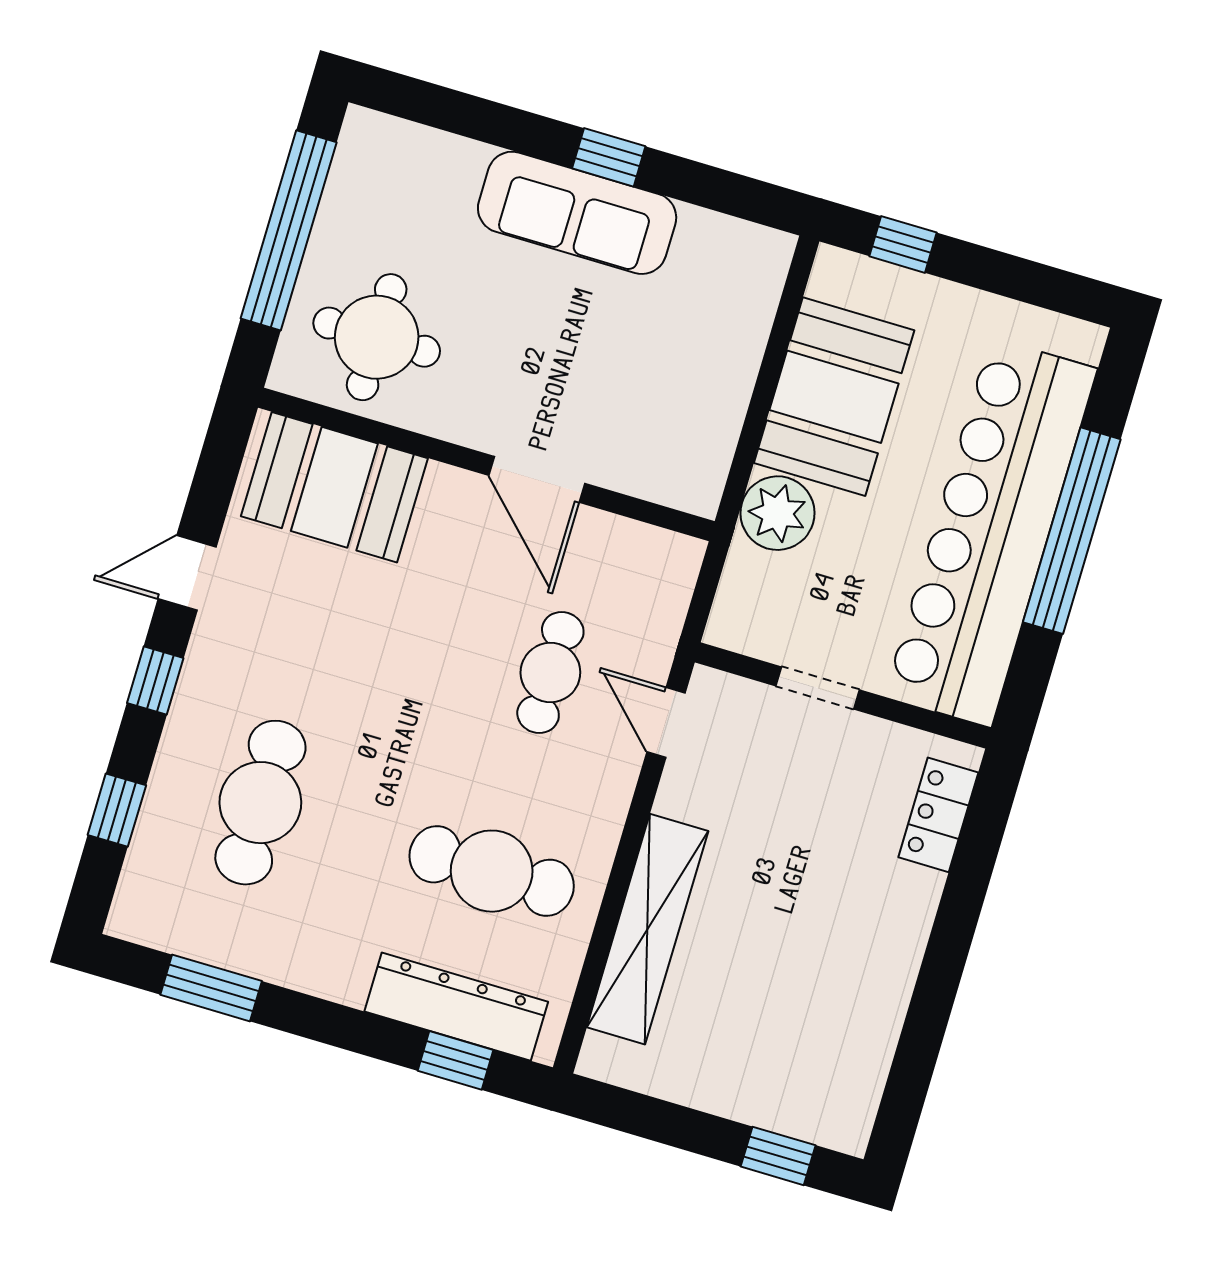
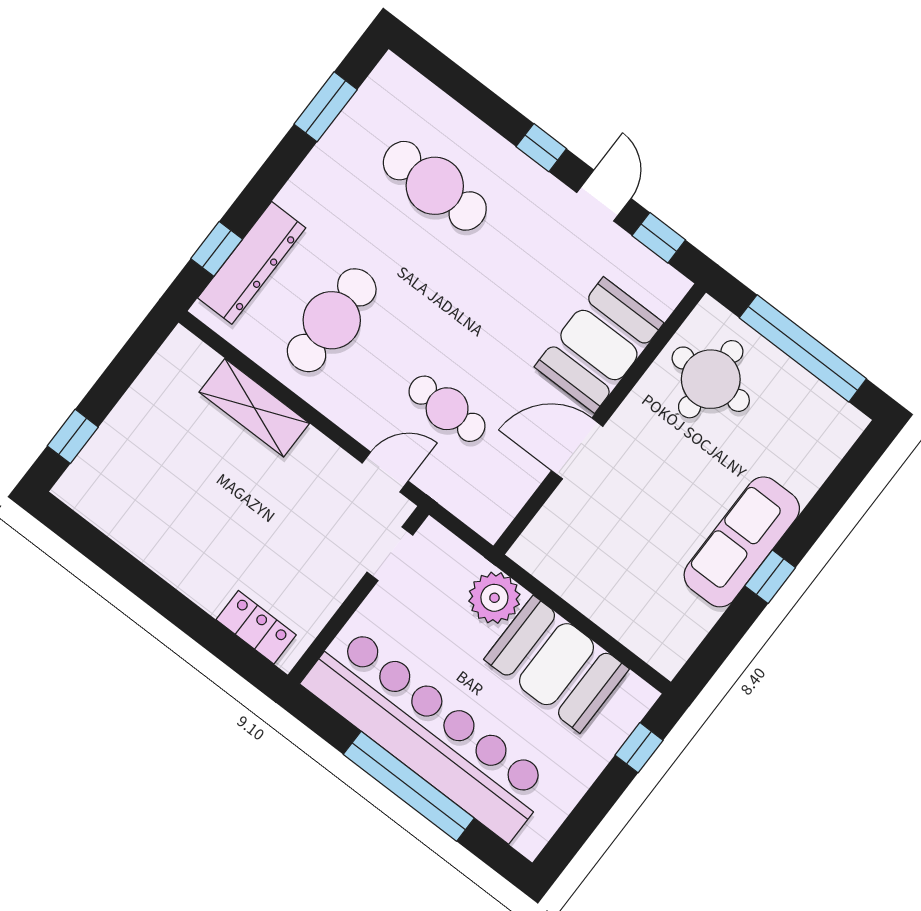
booth: (334, 487) -> (599, 345), moved
doorway: (817, 688) -> (390, 554), moved
window: (117, 810) -> (659, 238), moved
shelving: (647, 929) -> (254, 408), width x0.68

